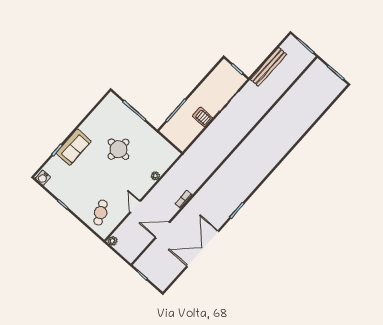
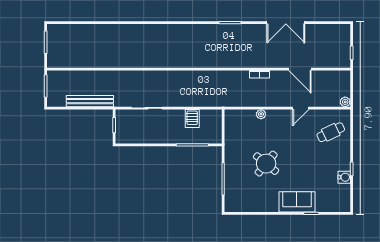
server rack: (203, 117) -> (192, 119), moved
round table: (119, 149) -> (266, 164), turned 35
water cooler: (43, 178) -> (344, 177), moved
double door: (203, 249) -> (286, 23), width x0.73

